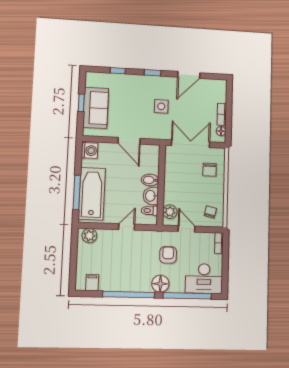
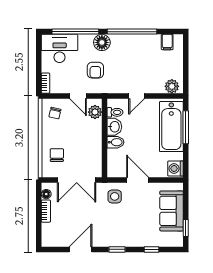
window: (81, 103) -> (186, 228), moved
side table: (161, 106) -> (115, 196), moved

